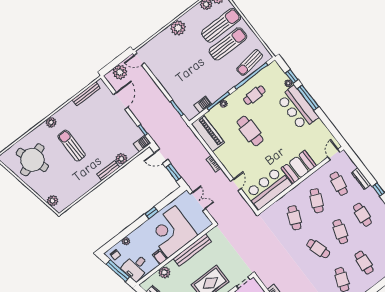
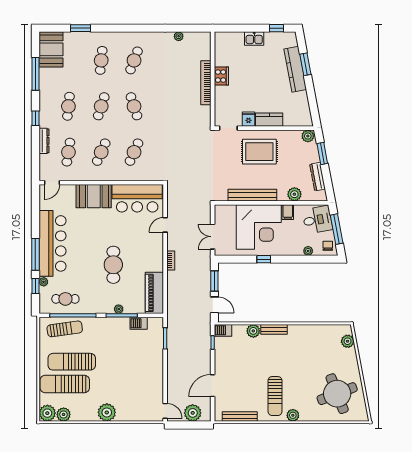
cafe table: (254, 95) -> (65, 299), moved
bar counter: (298, 108) -> (52, 243), width x1.36
sun lounger: (72, 146) -> (275, 396), moved

